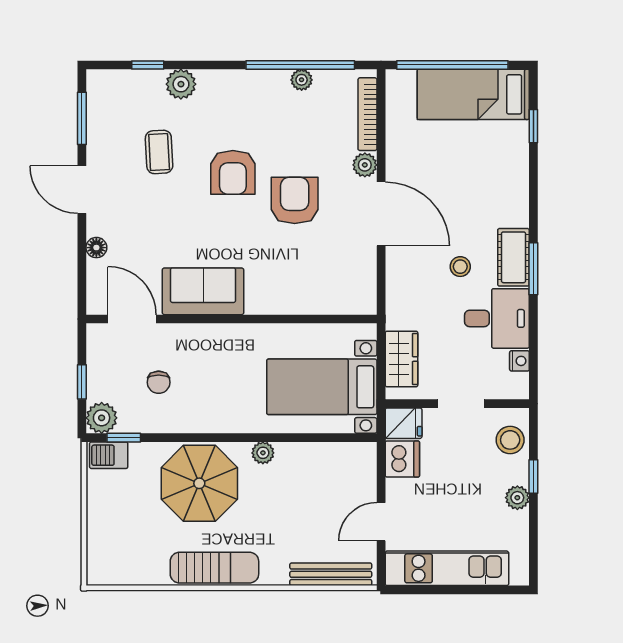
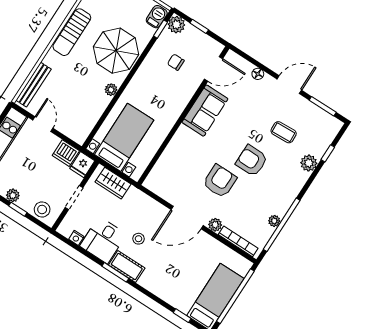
armchair: (295, 200) -> (220, 181), turned -90

